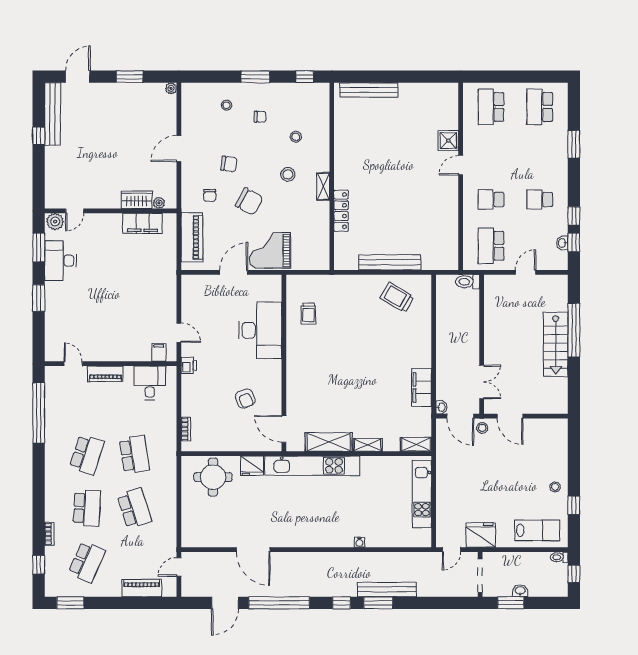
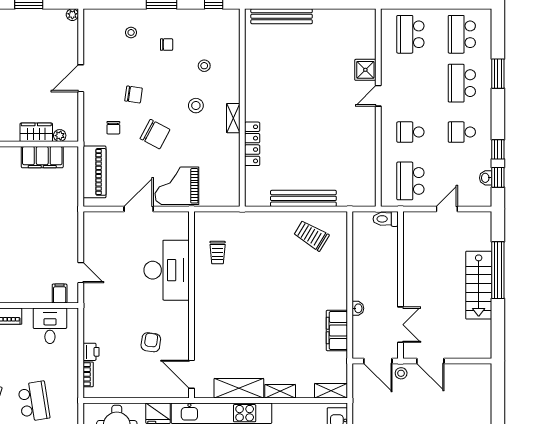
school desk: (540, 153) -> (462, 83), added
printer: (189, 365) -> (91, 352), moved
armchair: (245, 399) -> (151, 342), turned -151
washbasin: (441, 407) -> (358, 308), moved

